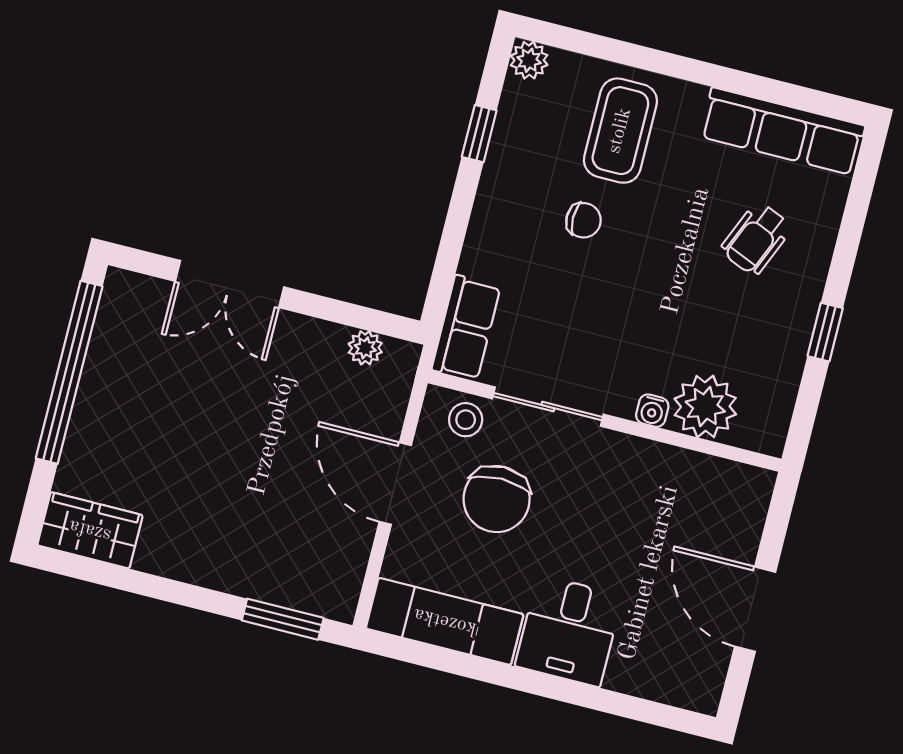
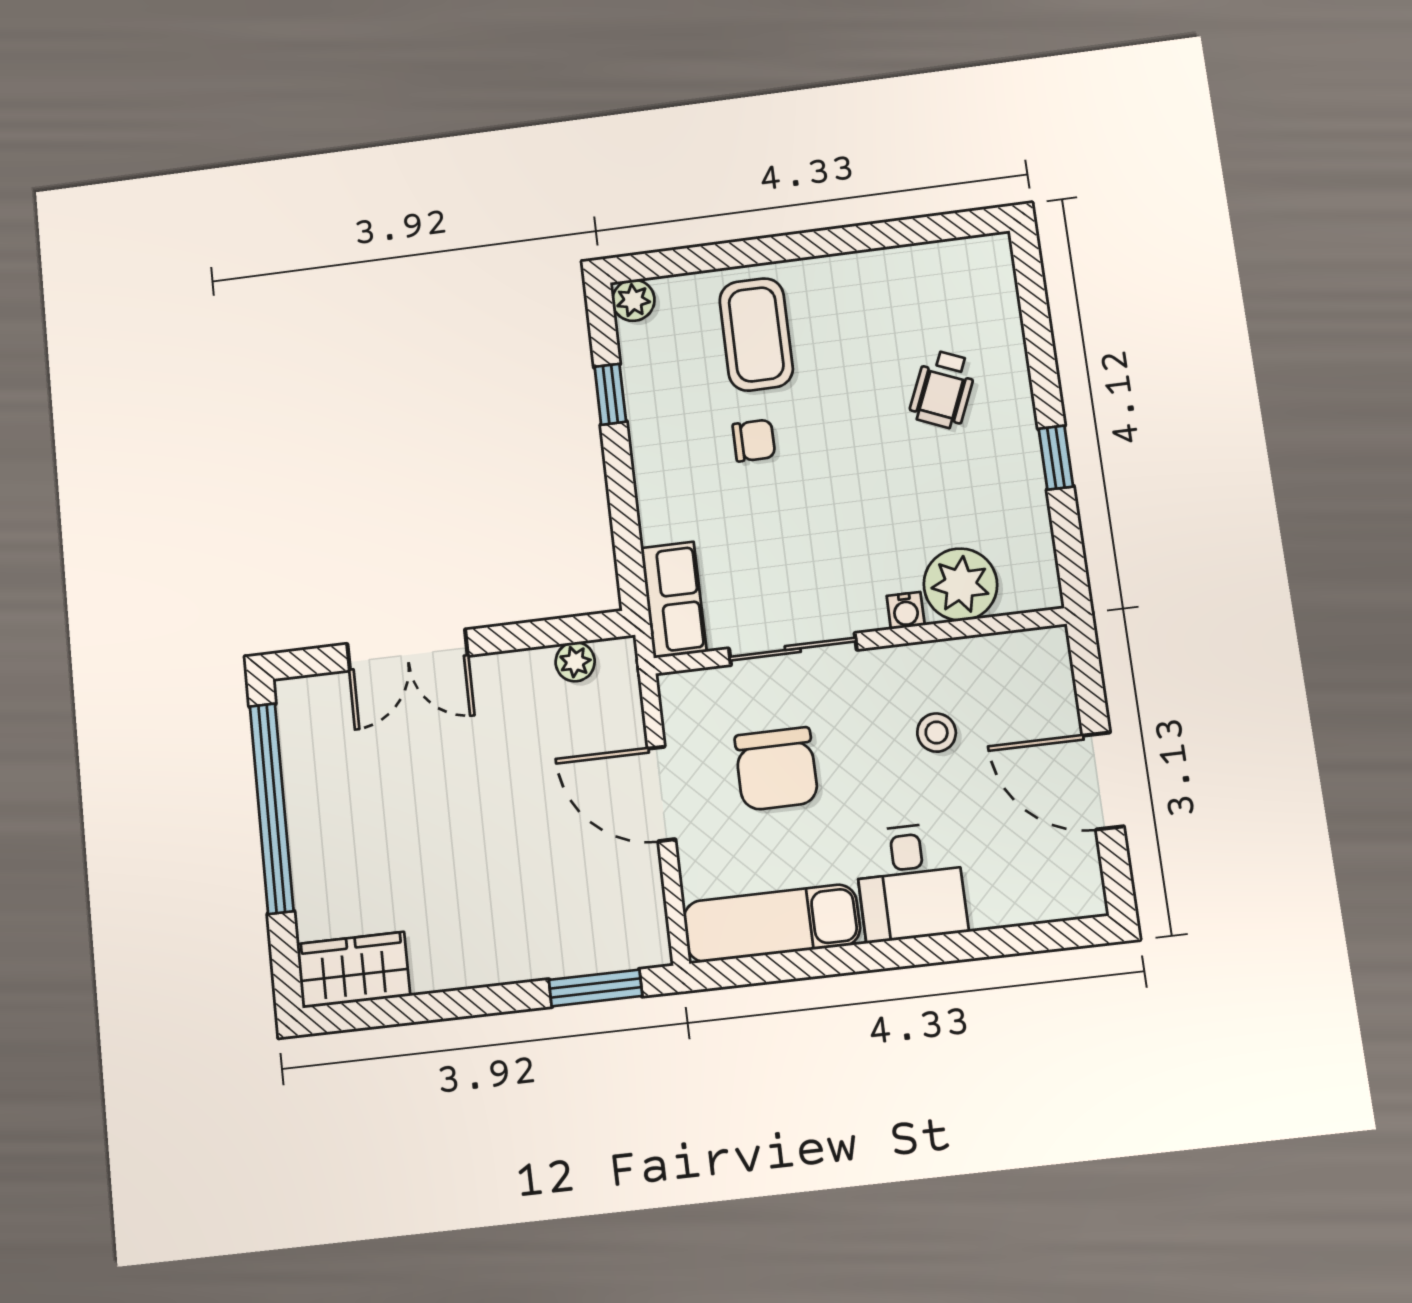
row of seats: (782, 131) -> (925, 270), removed
stool: (466, 420) -> (937, 732), moved

